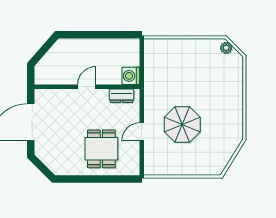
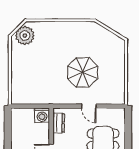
plant: (226, 48) -> (25, 36), width x1.87, depth x1.87

